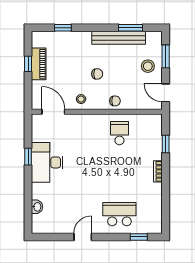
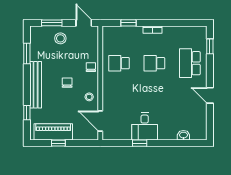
bench: (119, 38) -> (36, 85), moved
piano: (39, 64) -> (53, 132), width x1.37, depth x1.33
door: (166, 93) -> (84, 23), swing flipped
door: (53, 112) -> (100, 121), hinge flipped
desk: (47, 162) -> (145, 126), width x0.73
school desk: (119, 174) -> (154, 63), added

